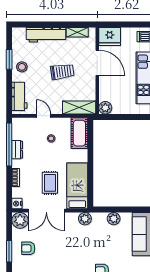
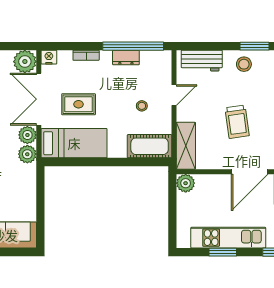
plant: (114, 219) -> (27, 135), moved

